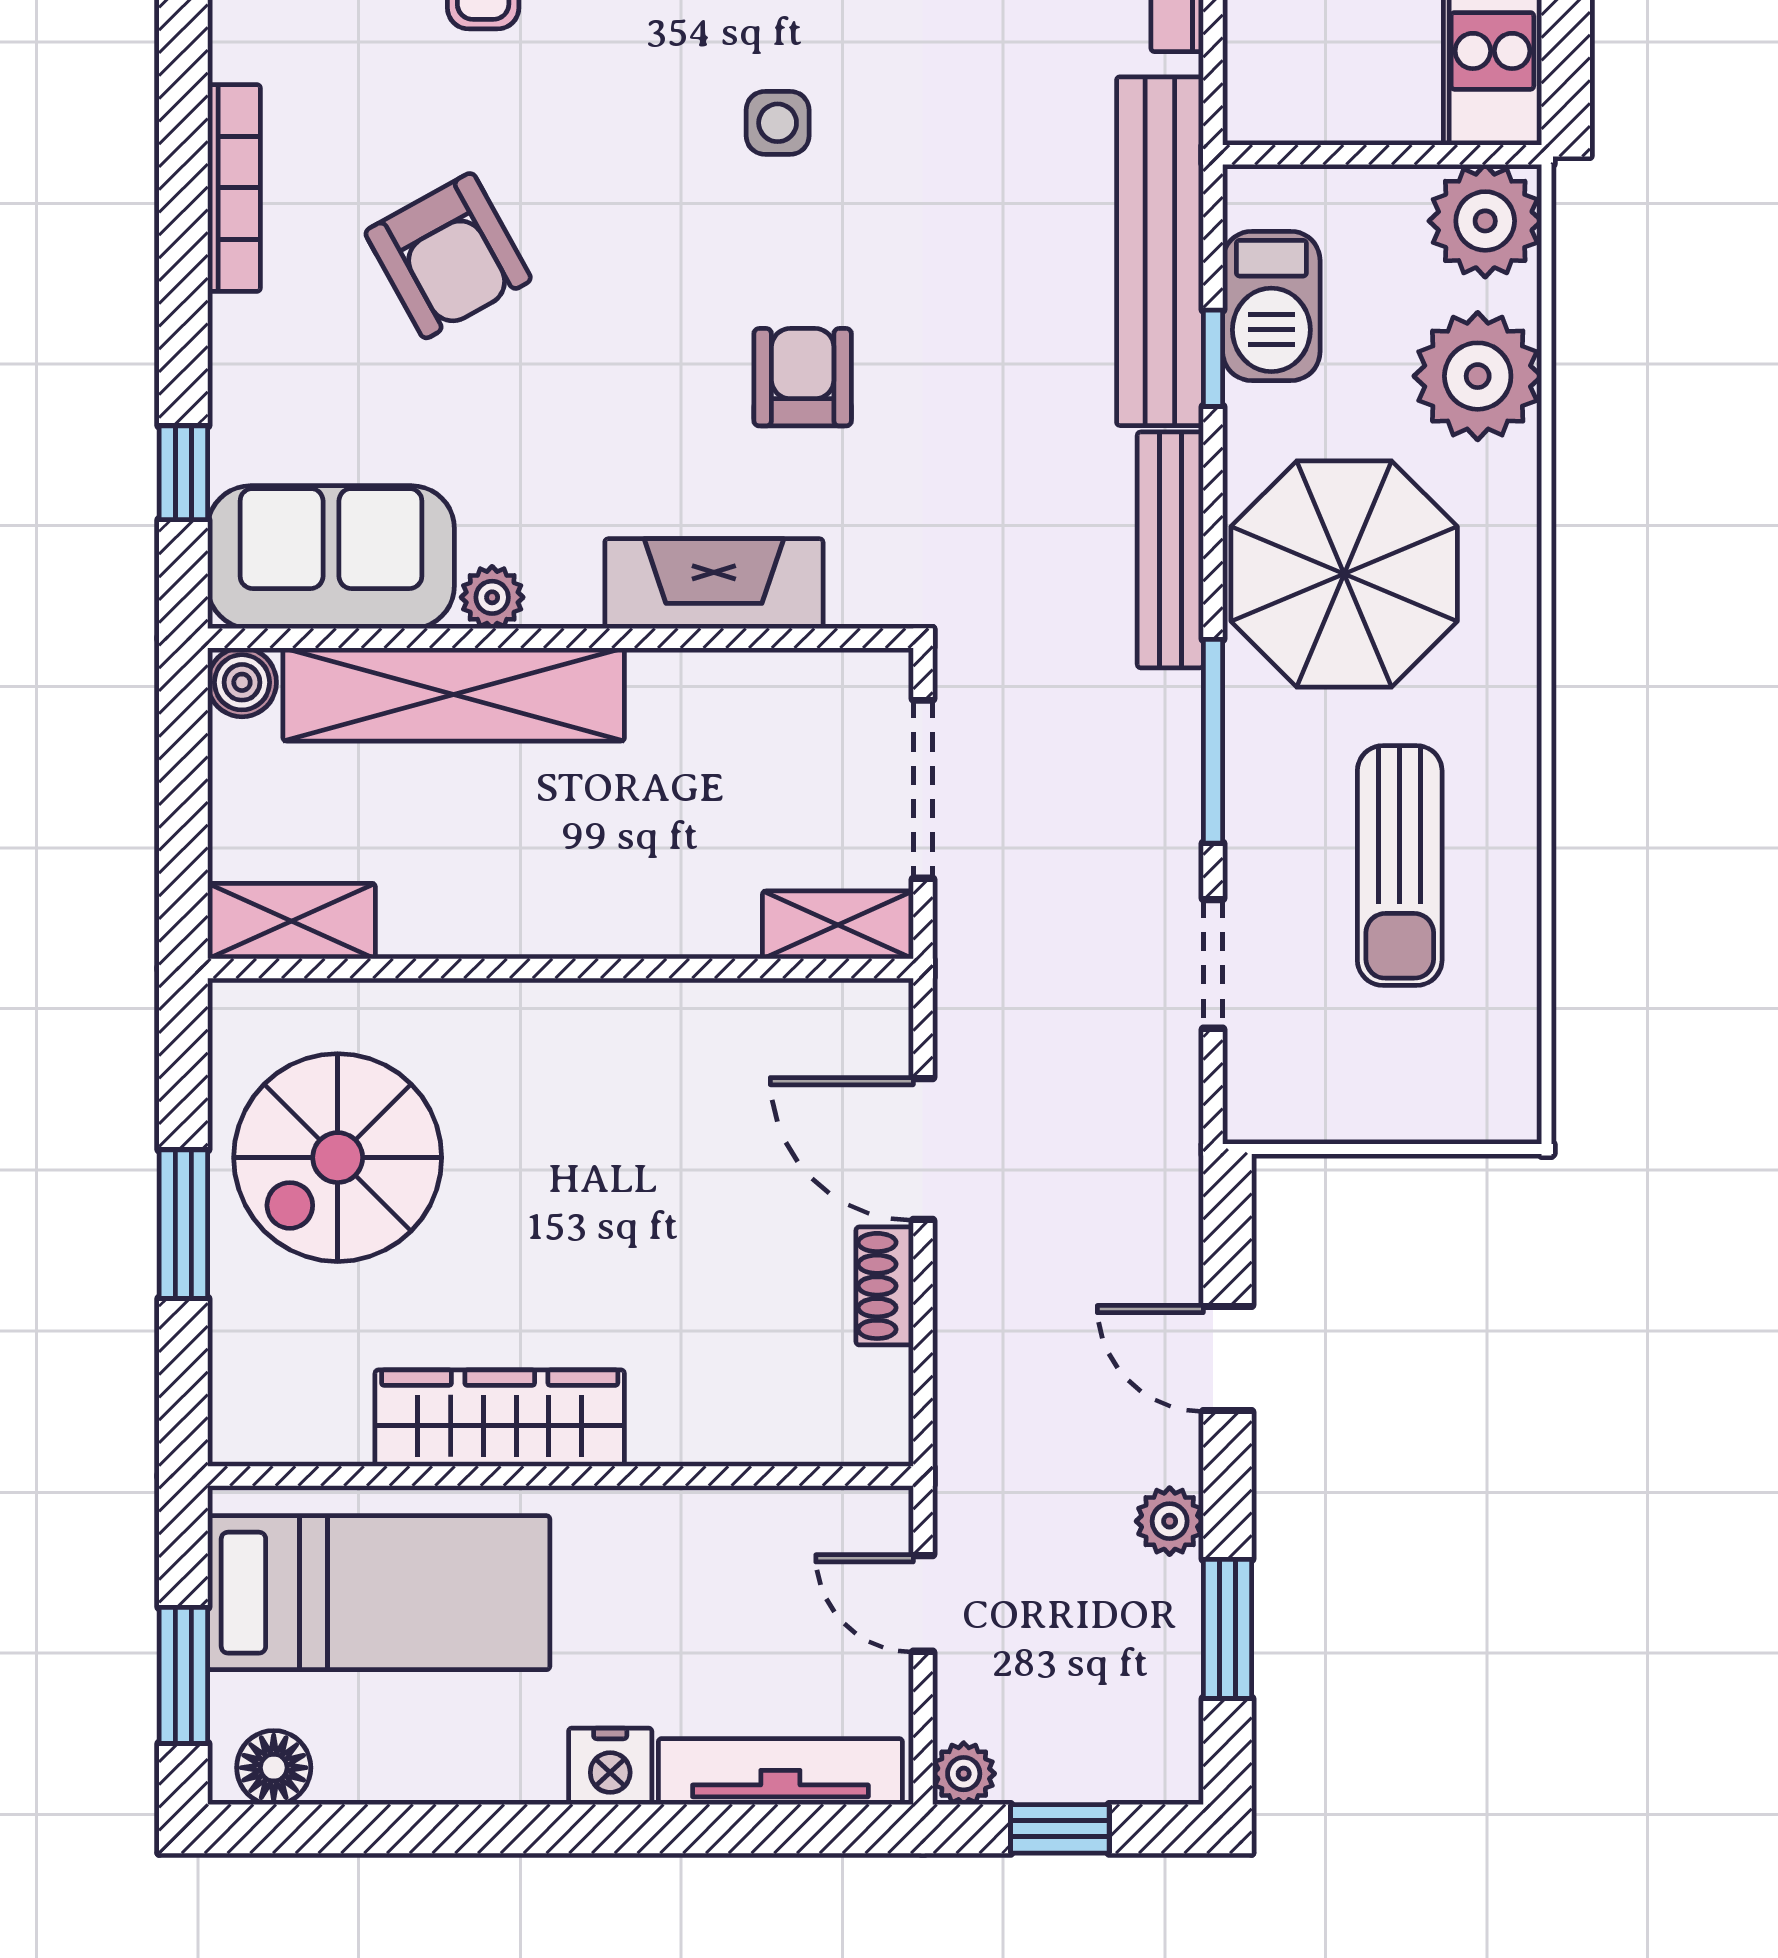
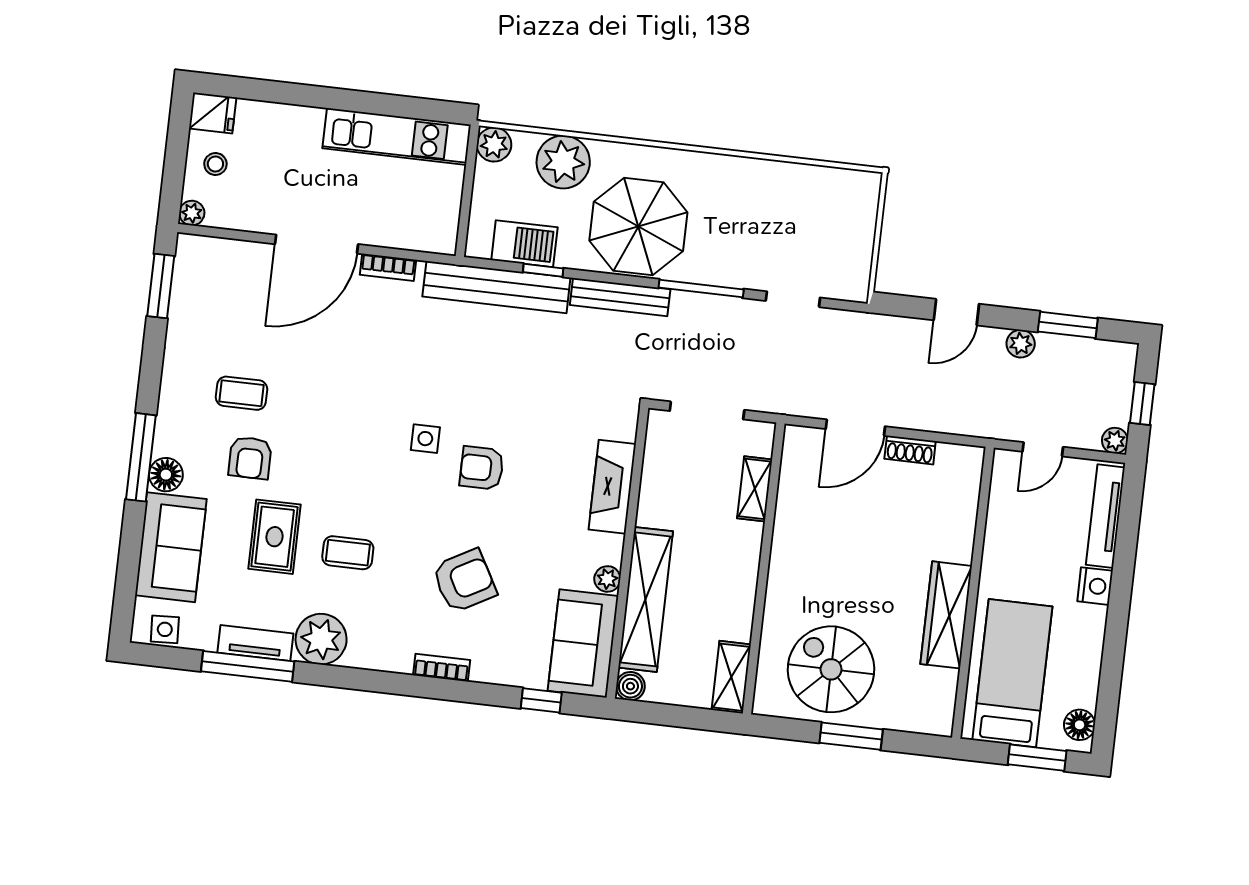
bookcase: (234, 188) -> (442, 668), width x0.64
plant: (1485, 221) -> (494, 145), width x0.73, depth x0.73
armchair: (803, 377) -> (482, 468), moved
sun lounger: (1400, 865) -> (761, 217), removed
shelving: (838, 925) -> (755, 489), moved
spiral stairs: (338, 1158) -> (831, 669), turned 180

